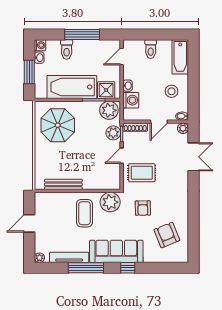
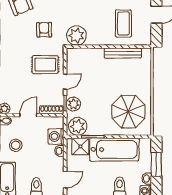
coffee table: (84, 213) -> (123, 23), moved

